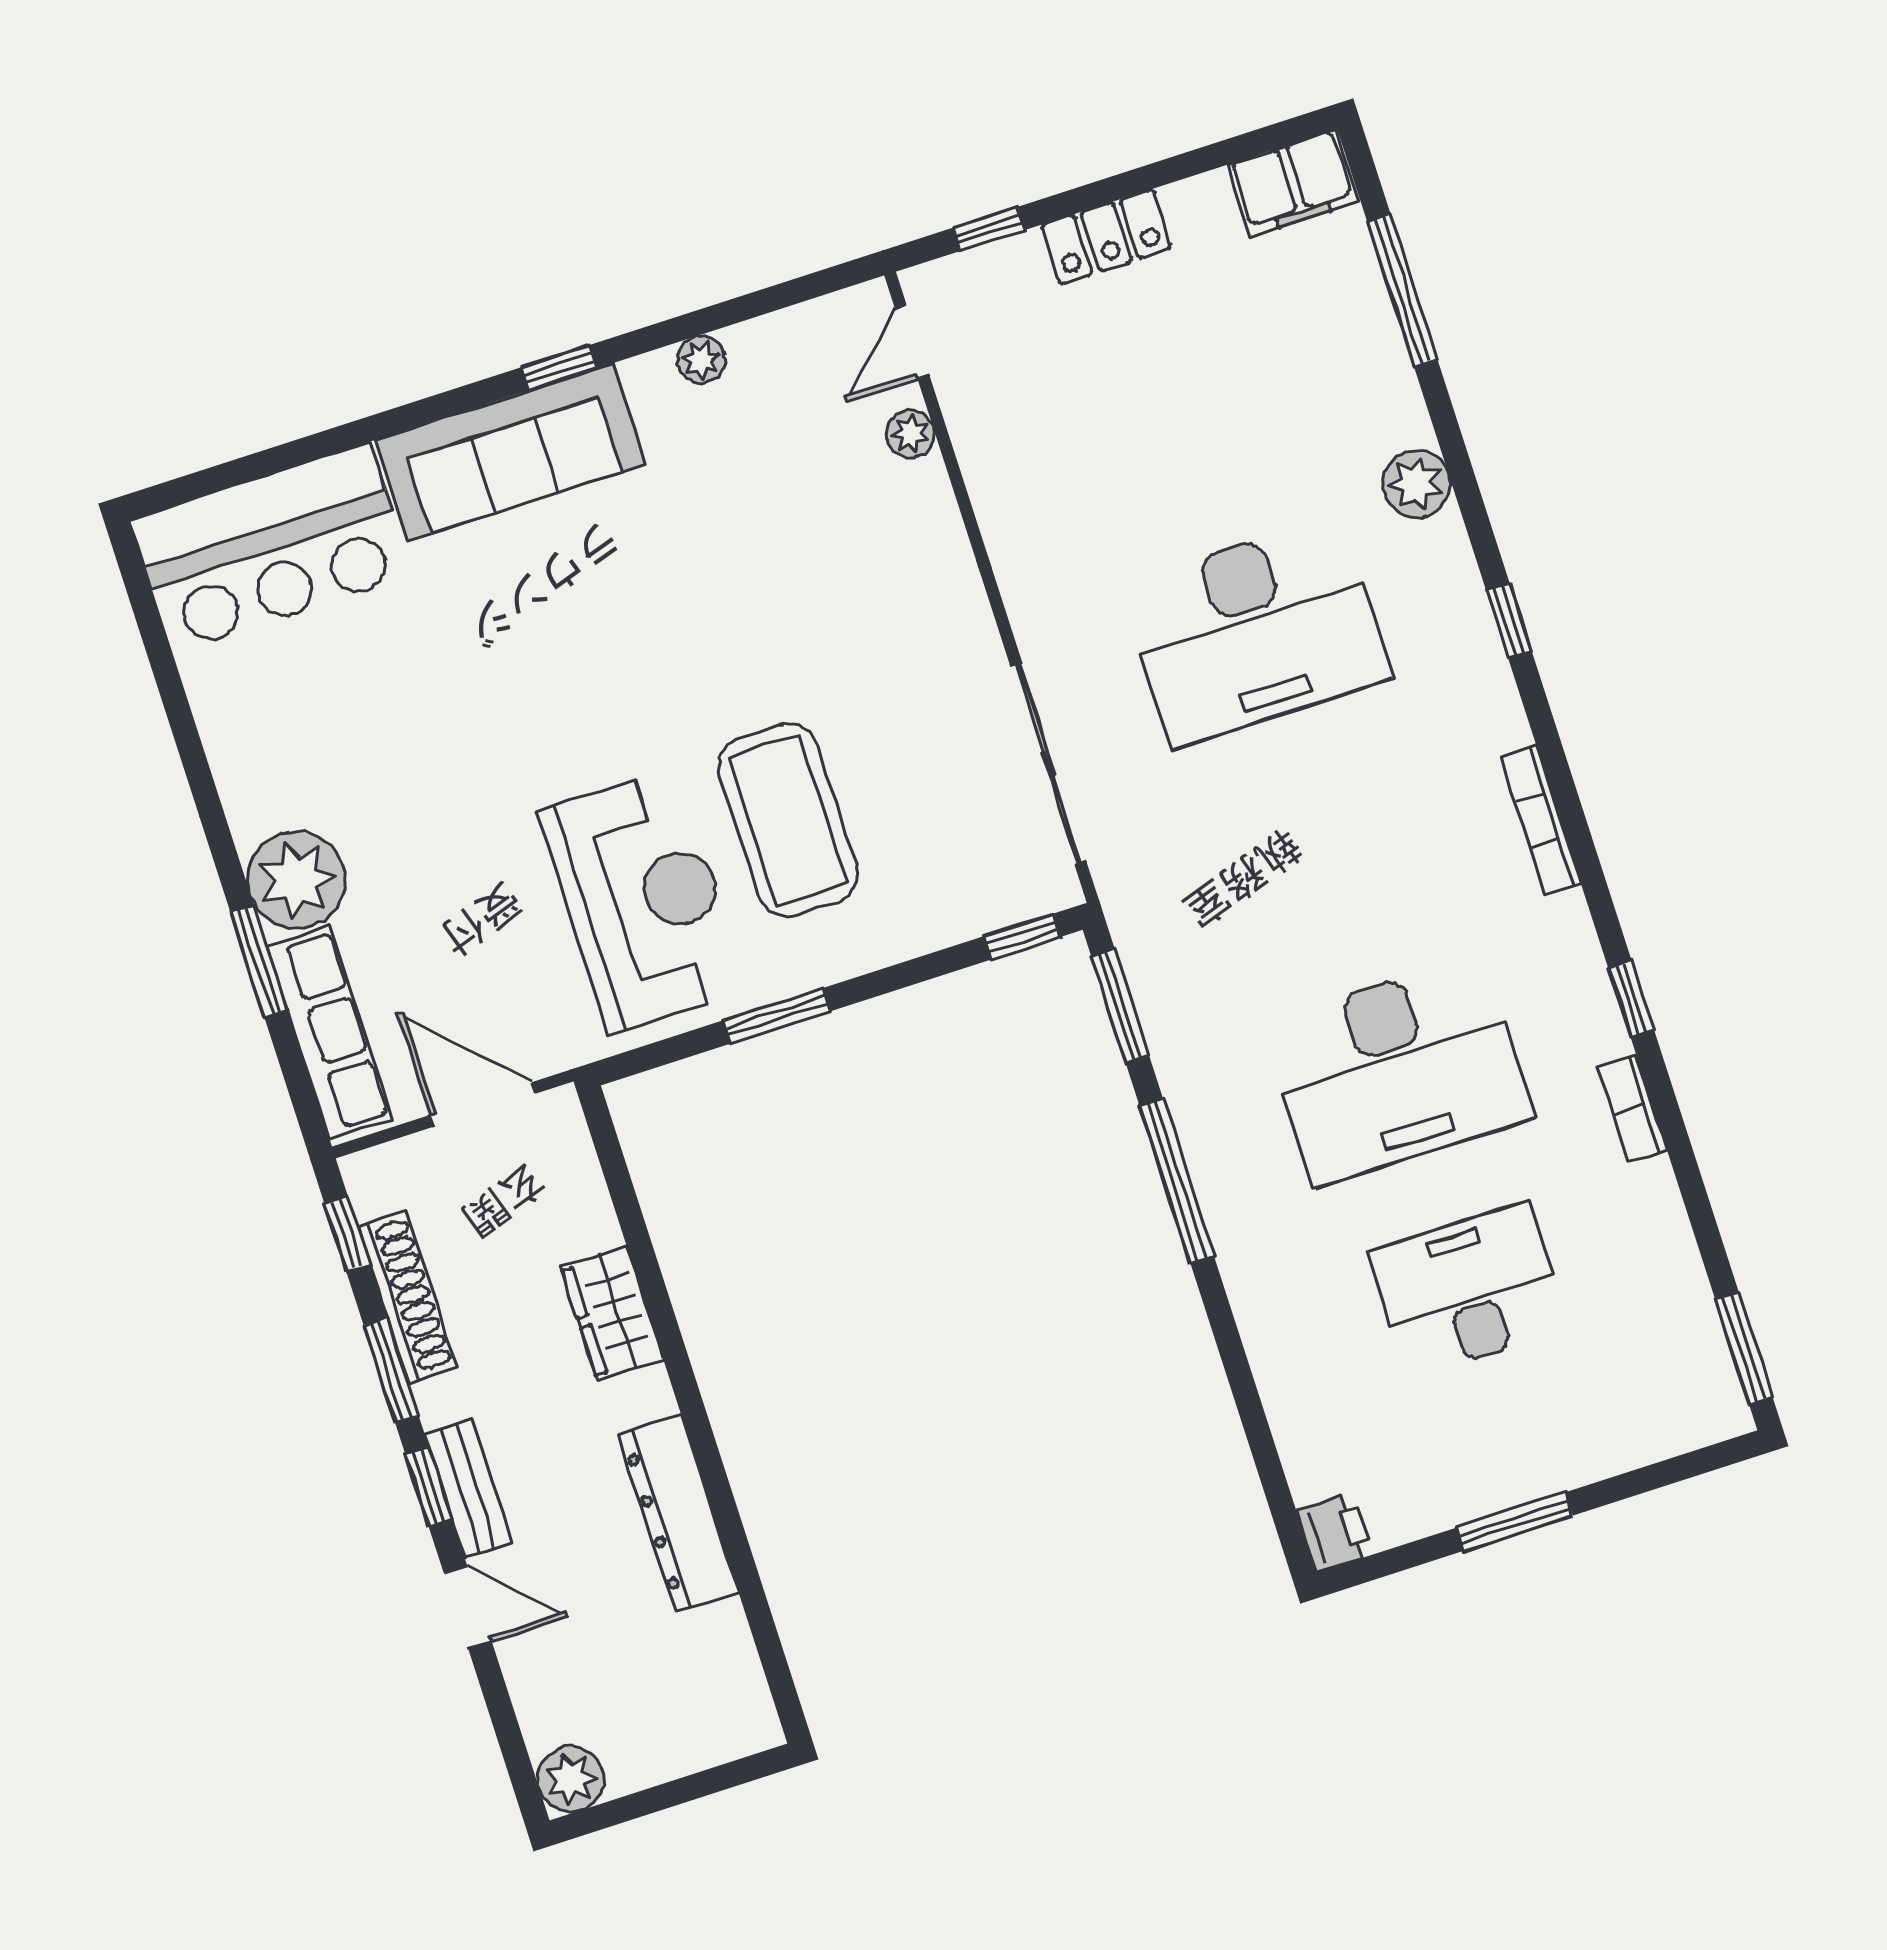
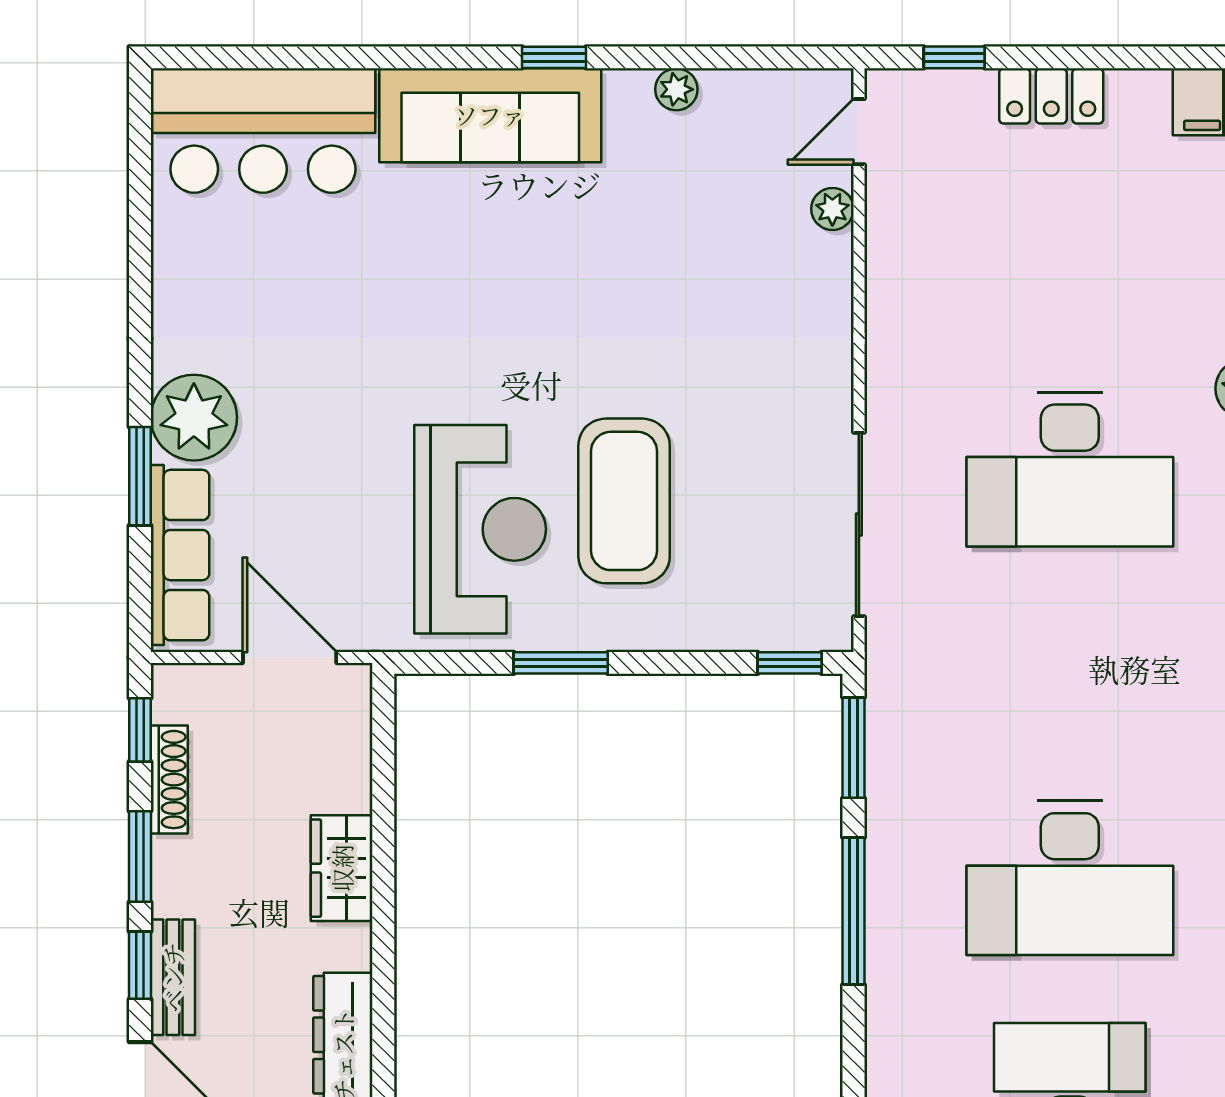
shoe rack: (407, 1297) -> (169, 780), width x0.74, depth x0.81

